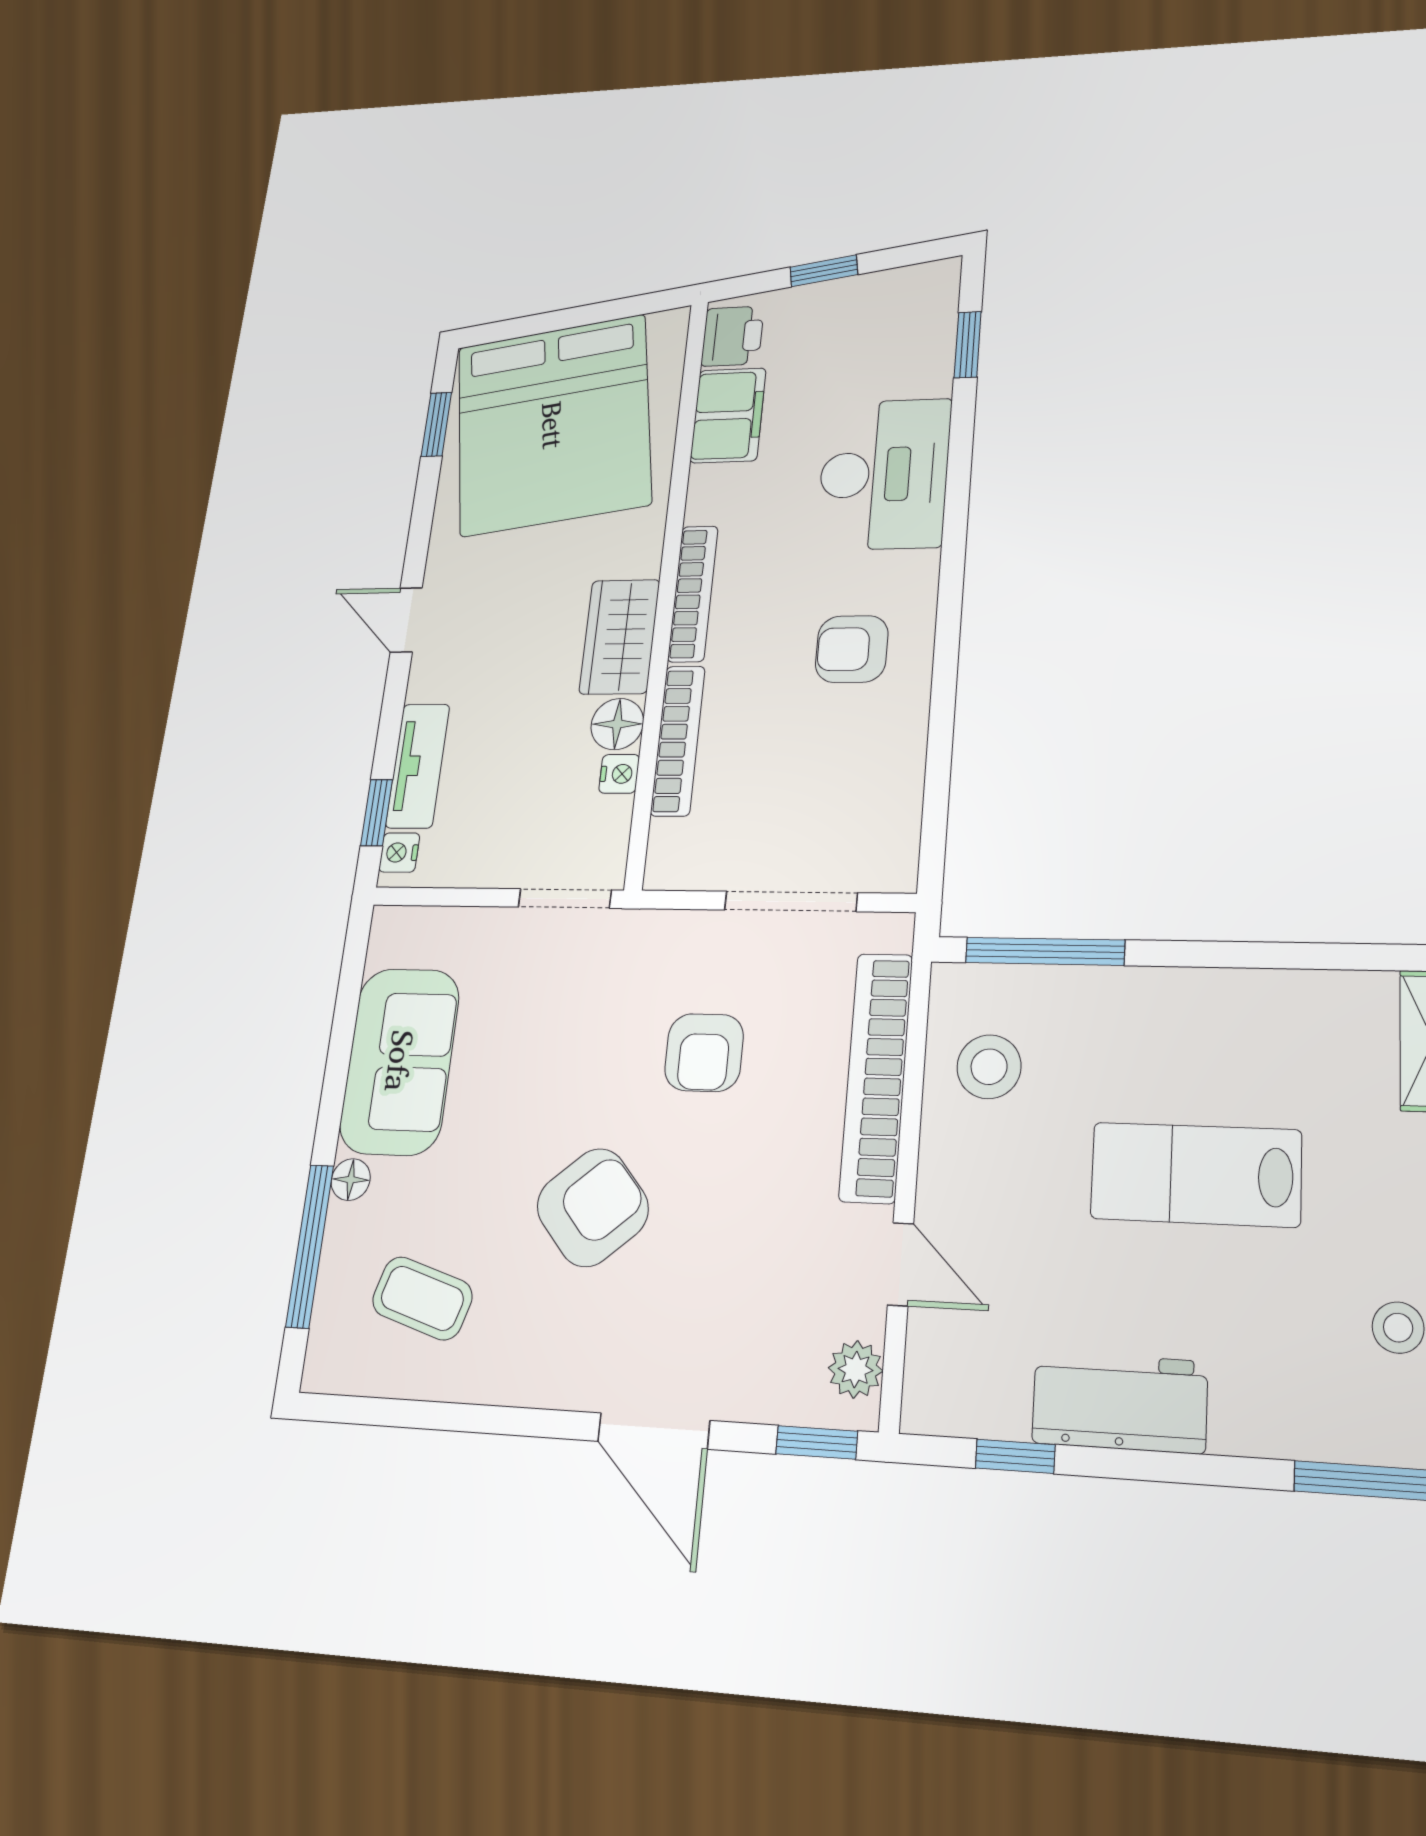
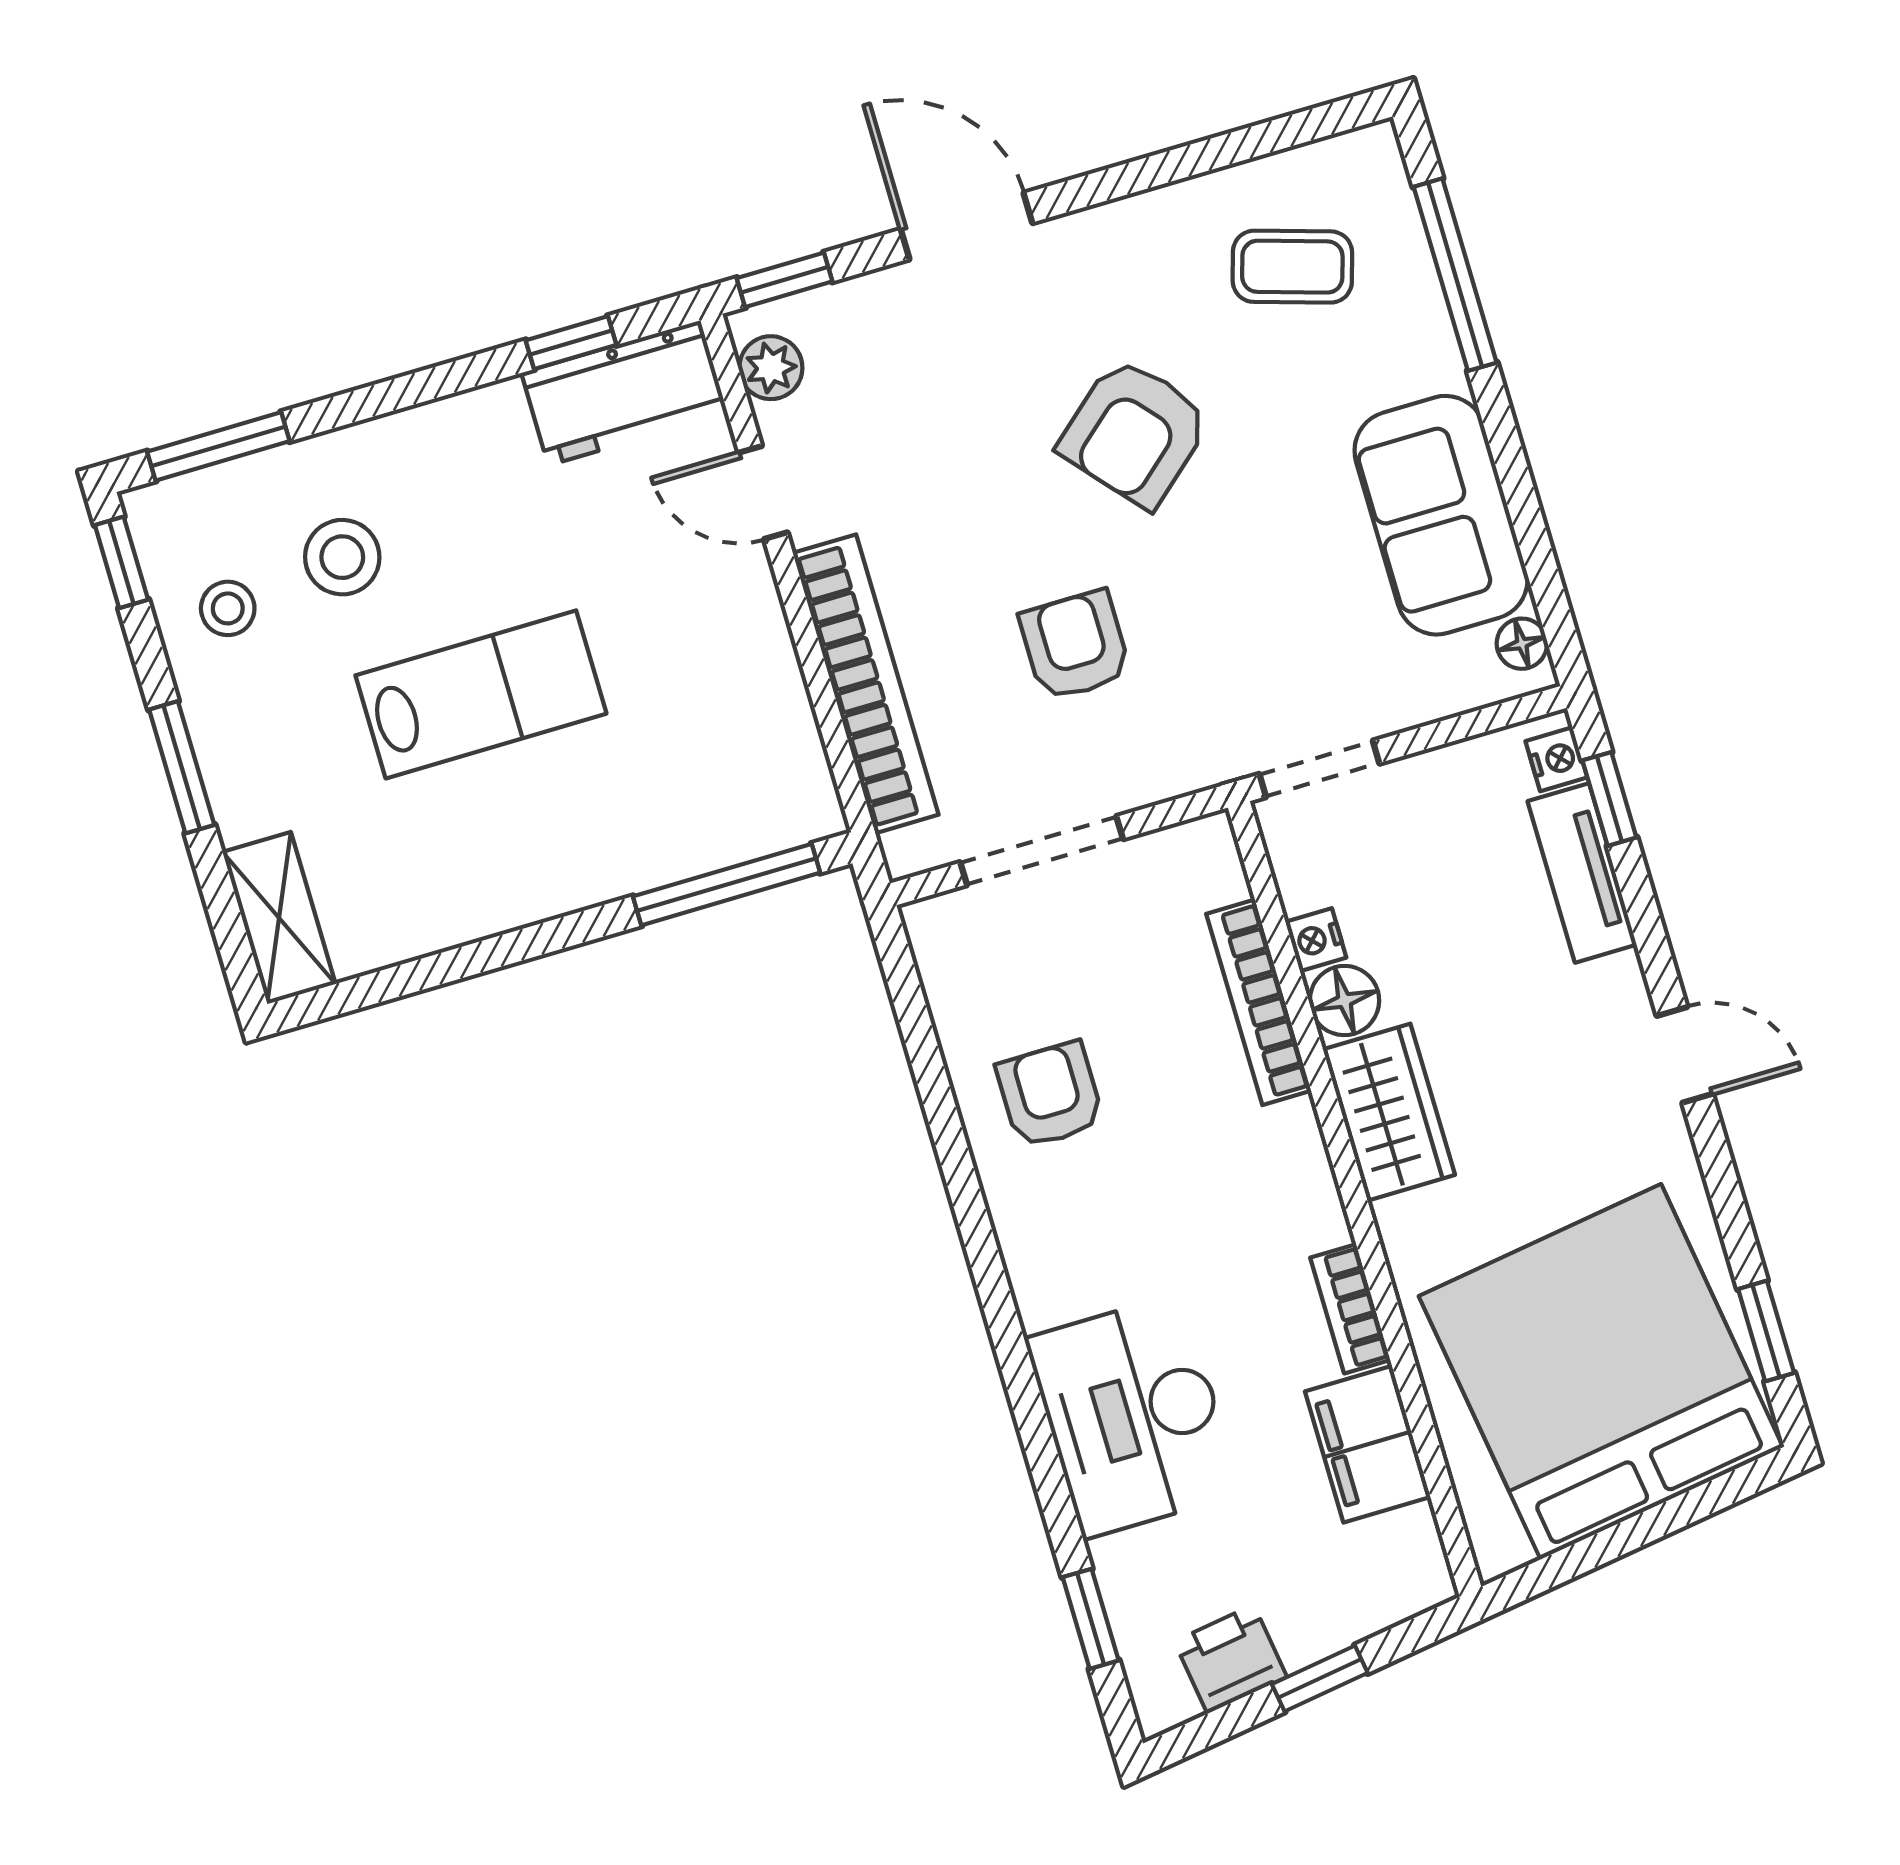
printer: (732, 336) -> (1230, 1659), moved, turned 82
bookcase: (693, 594) -> (1350, 1309), moved, width x0.64
armchair: (852, 649) -> (1050, 1095), moved, turned -90
stool: (989, 1067) -> (342, 557), moved
floor lamp: (351, 1180) -> (1522, 644), moved
workbench: (1120, 1402) -> (624, 393), moved

